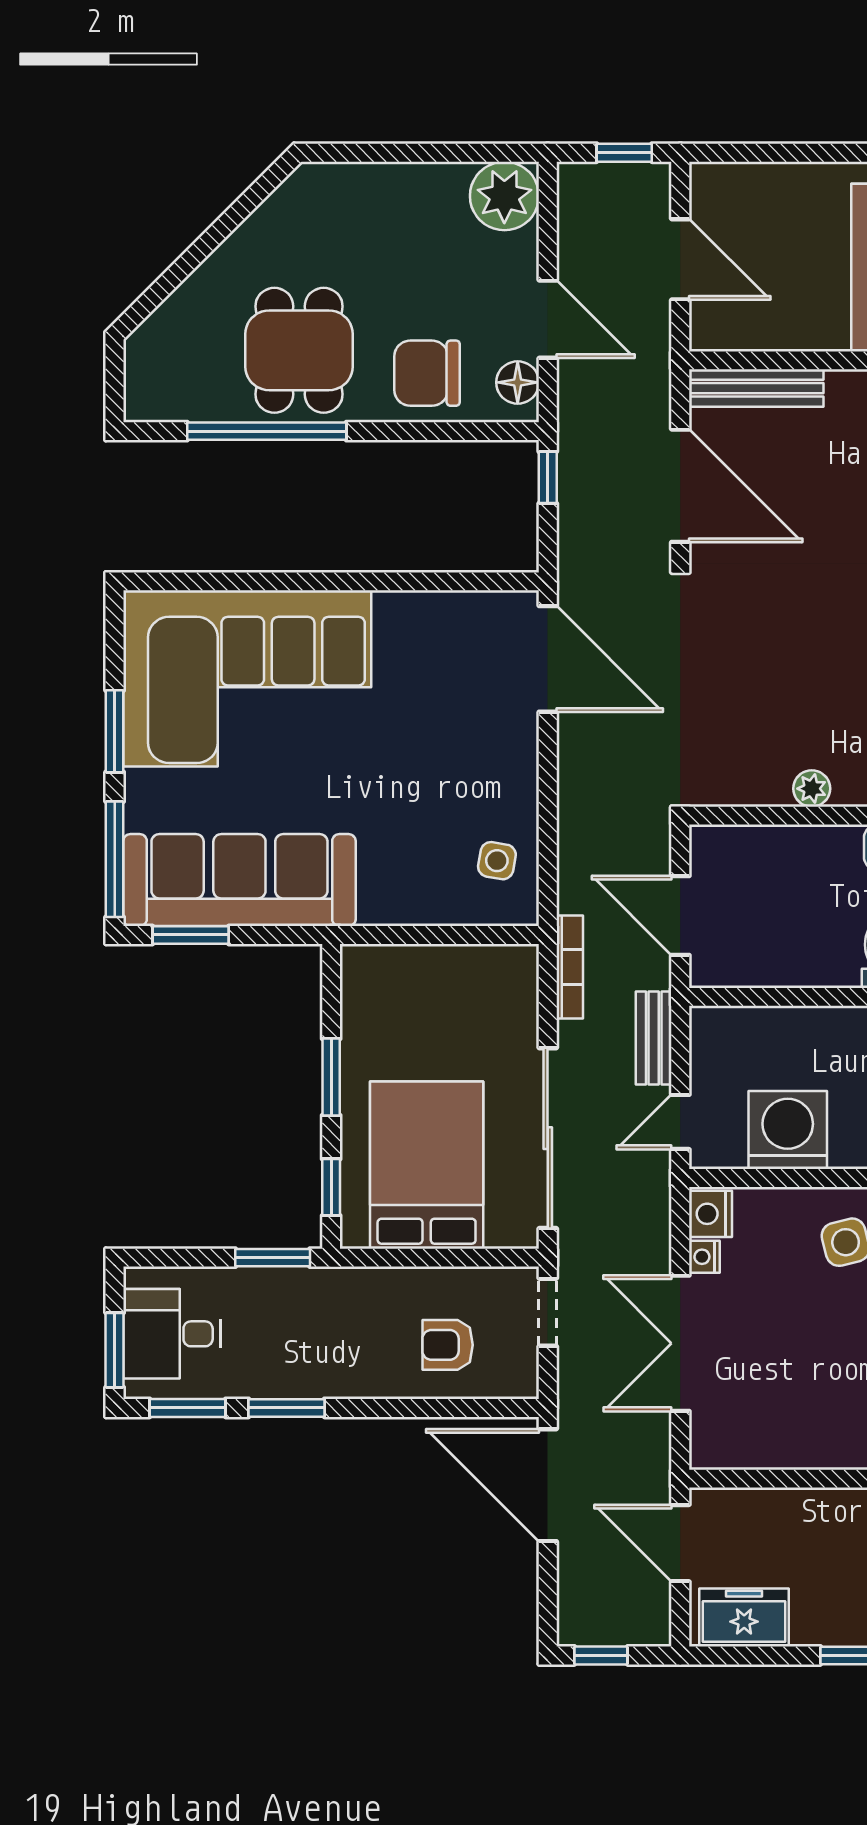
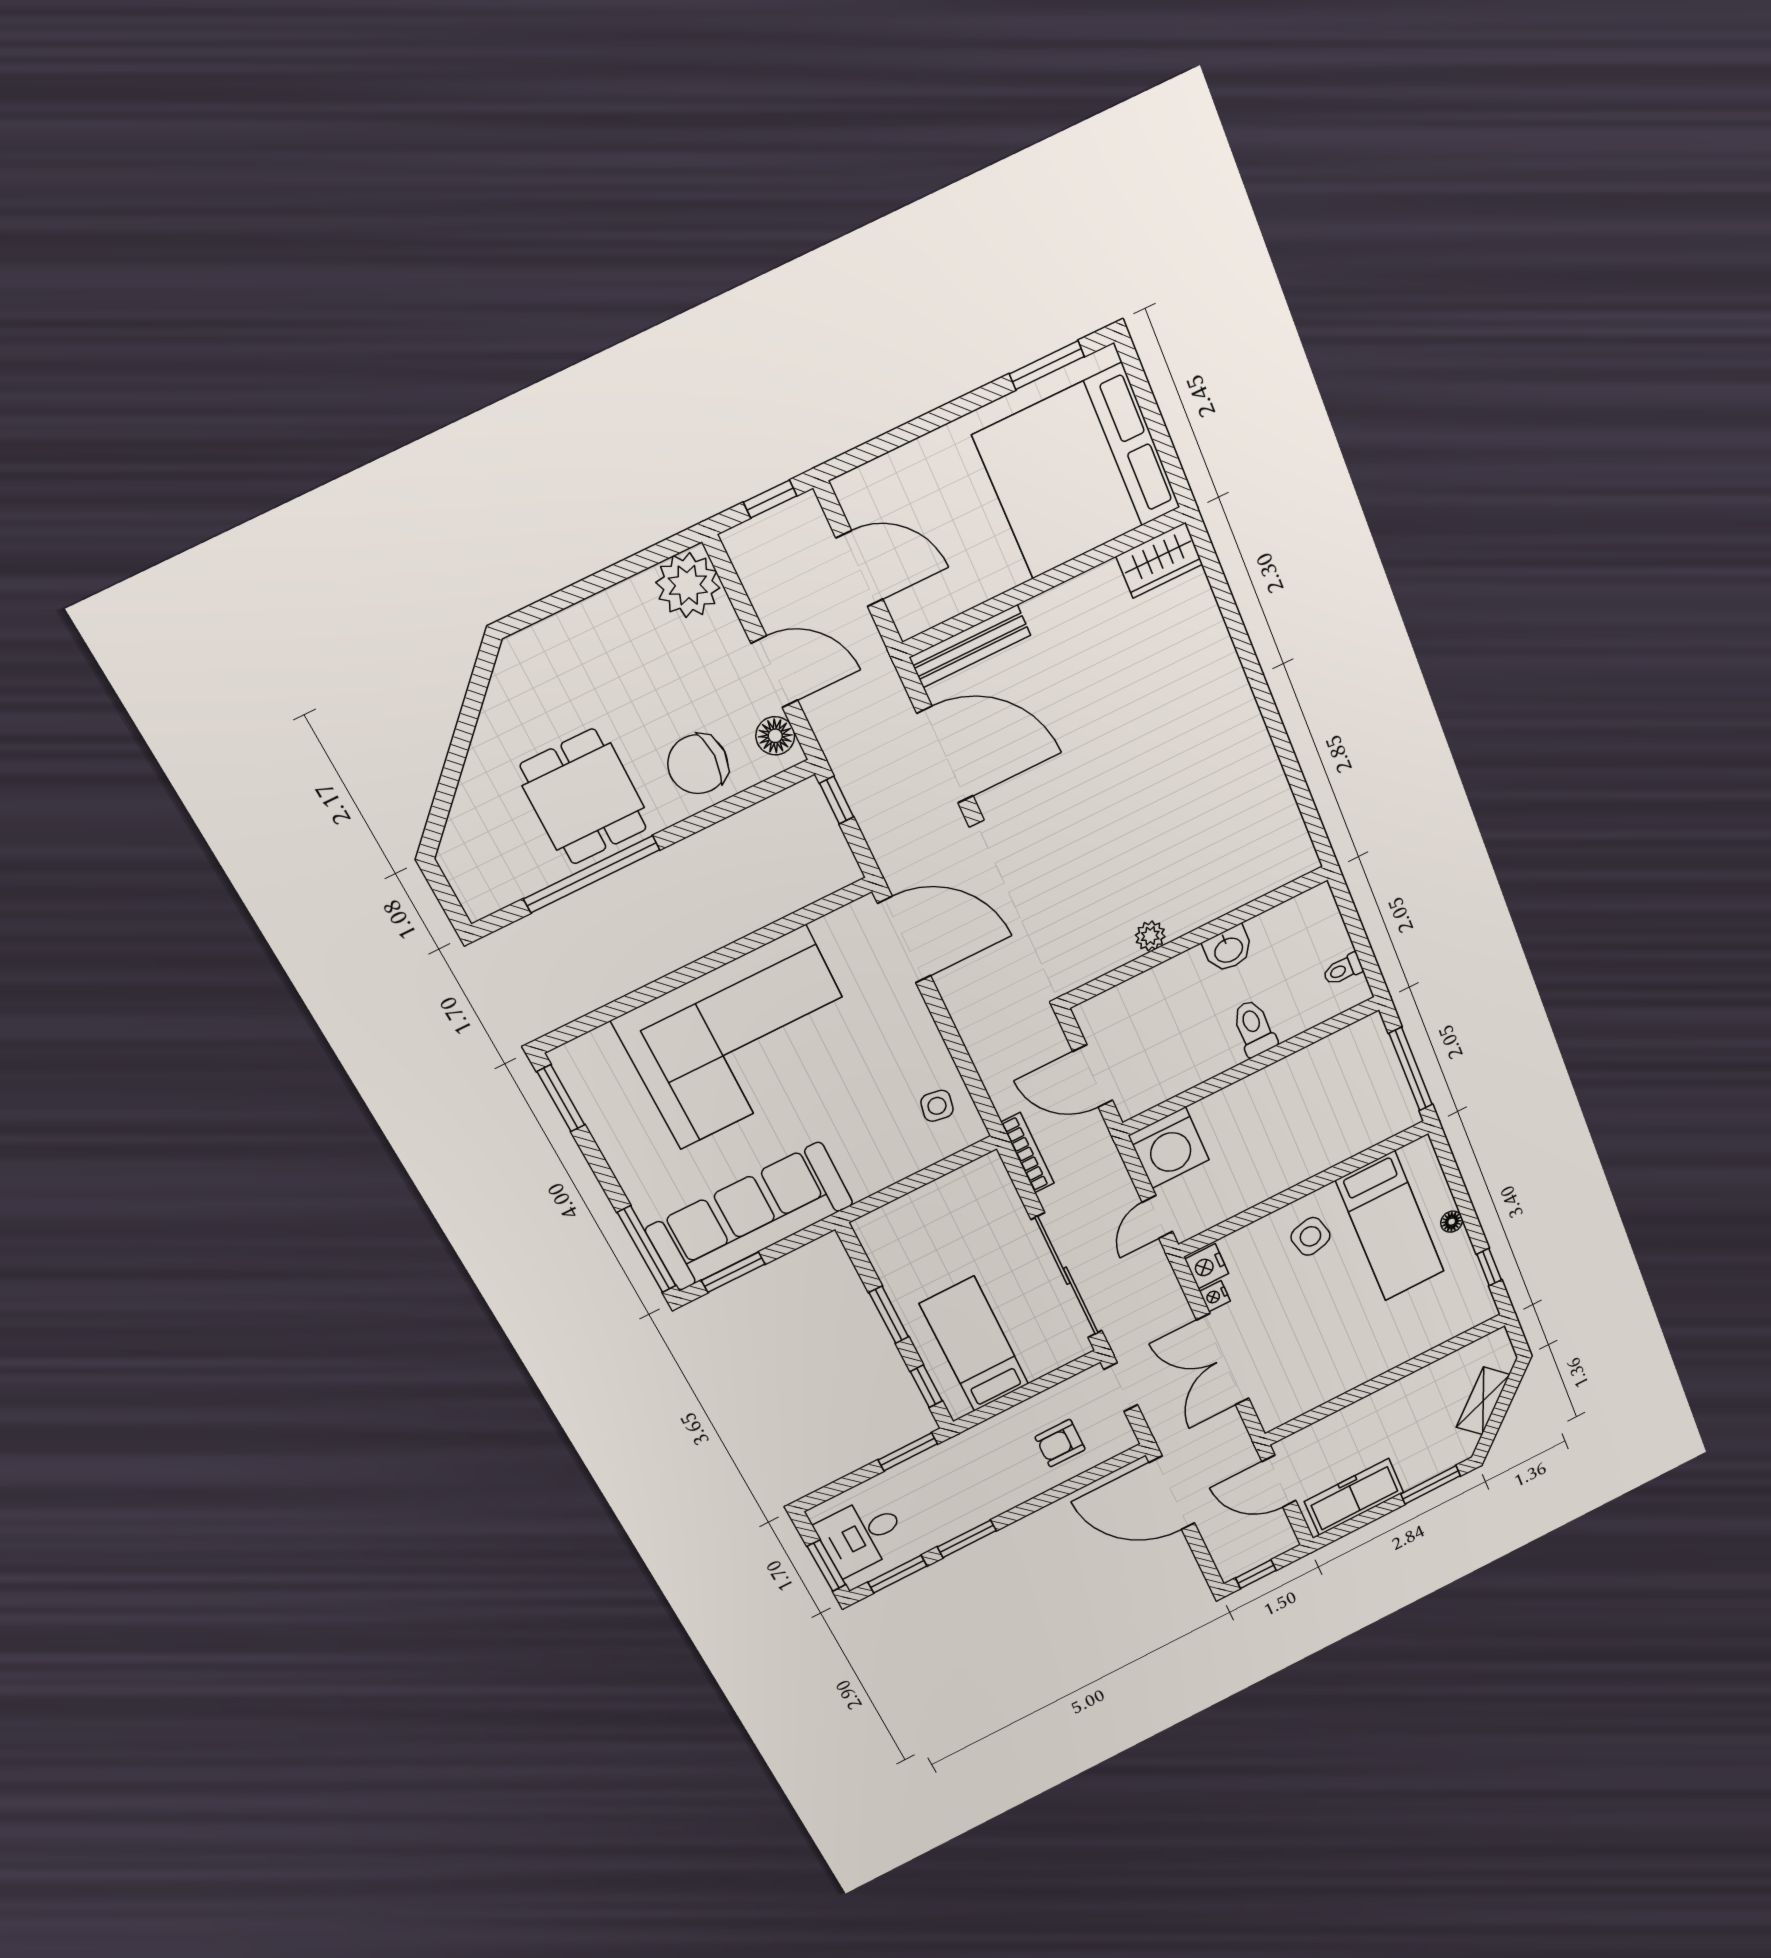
corner sofa: (247, 678) -> (742, 1038), moved
window: (115, 731) -> (561, 1098), moved
bench: (654, 1038) -> (1112, 1170), removed
washing machine: (788, 1130) -> (1169, 1148), moved, turned 180
bed: (427, 1165) -> (974, 1344), width x0.67
freezer: (744, 1618) -> (1354, 1497), width x1.40

